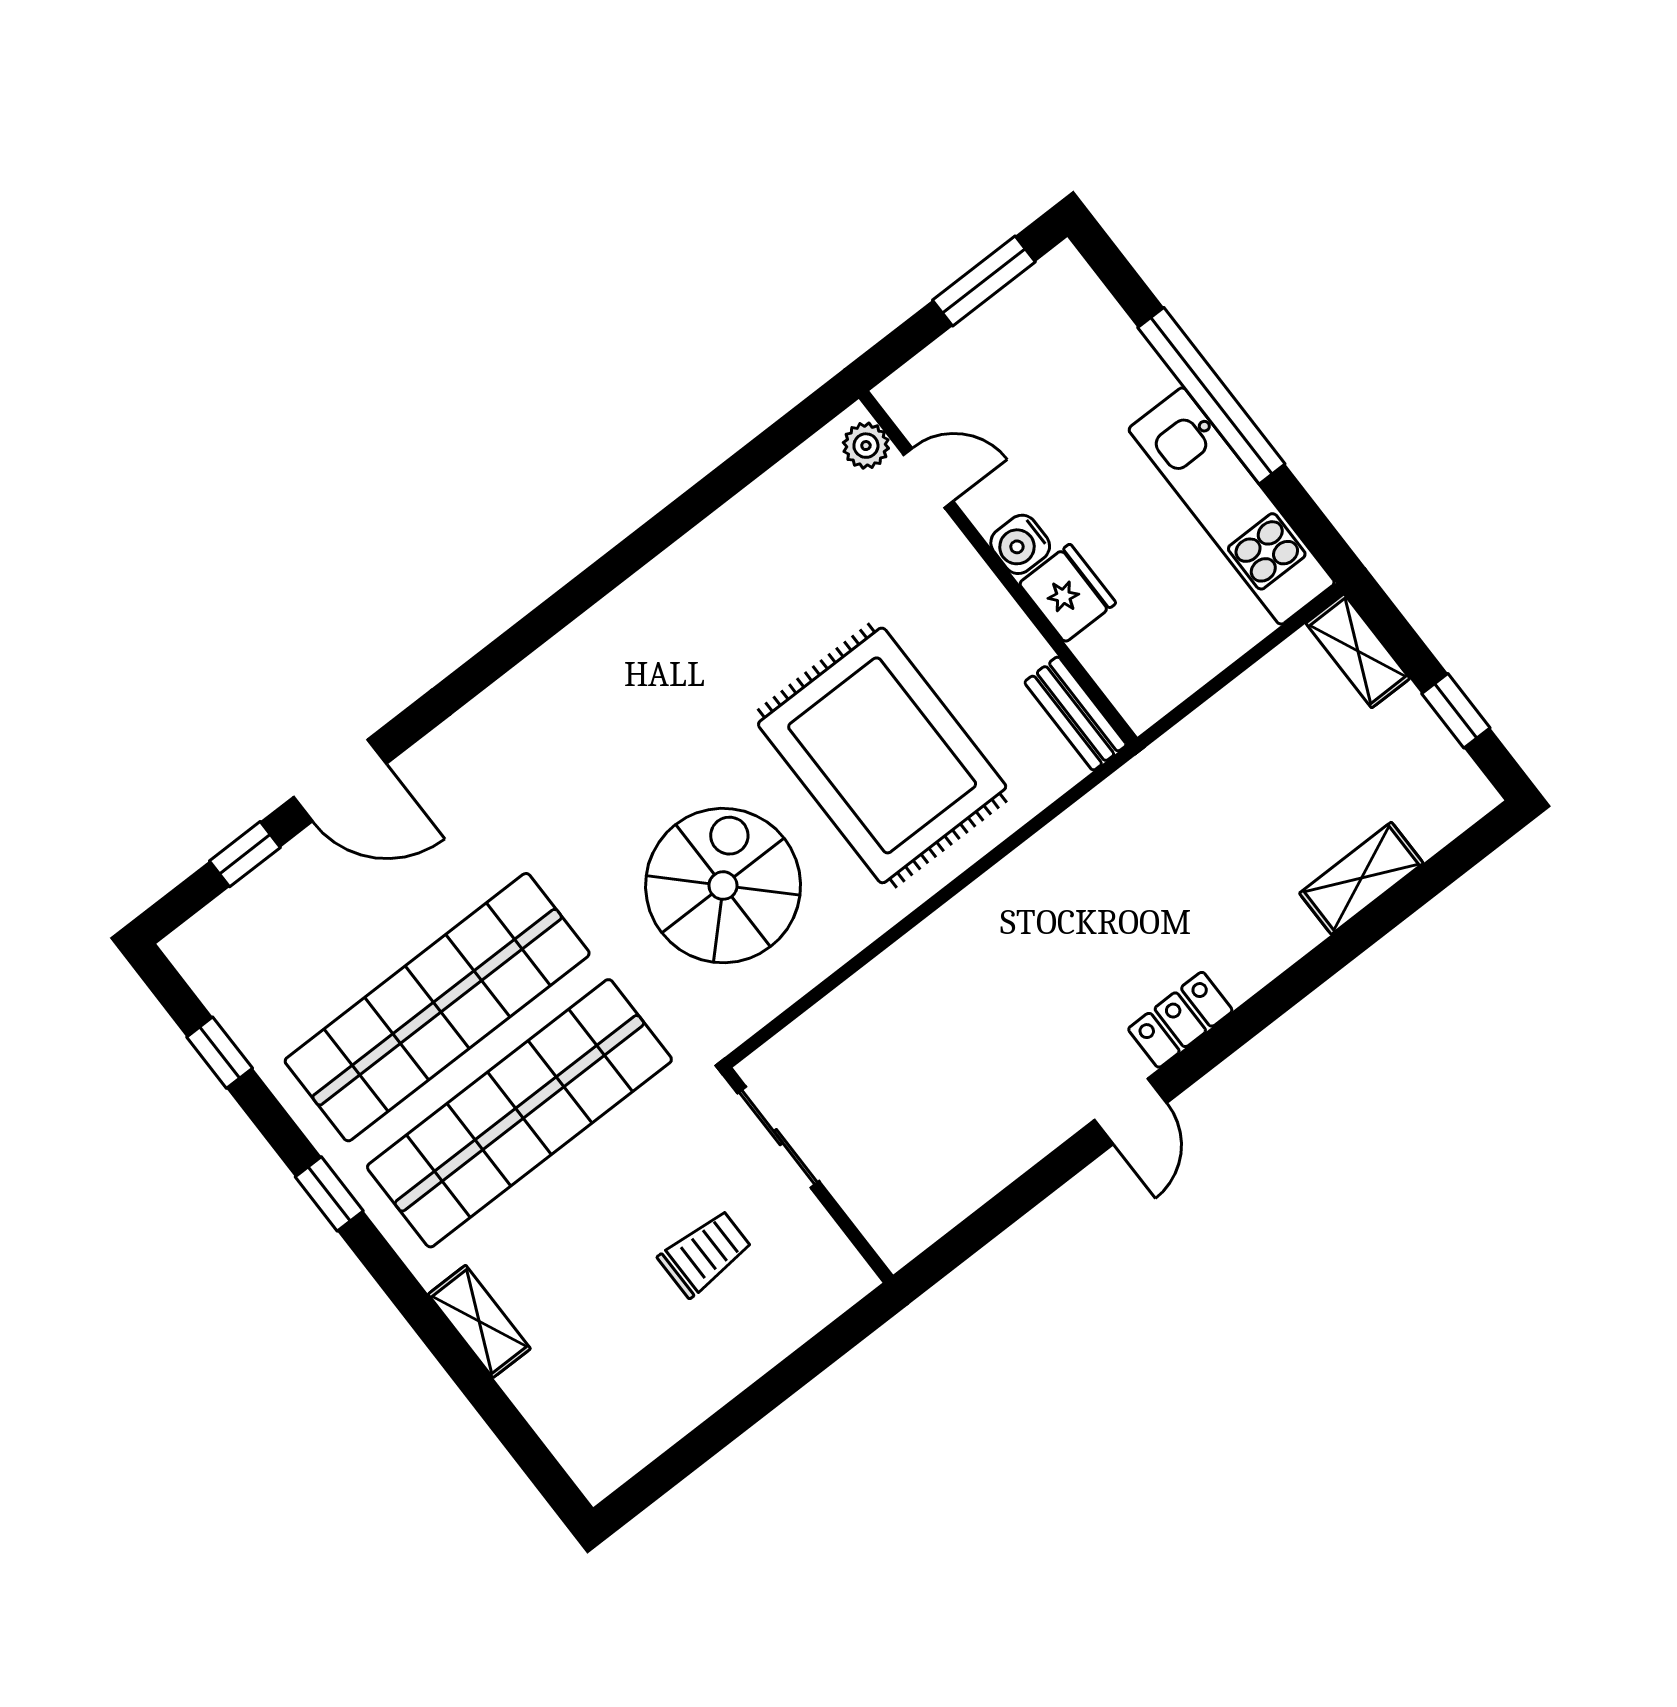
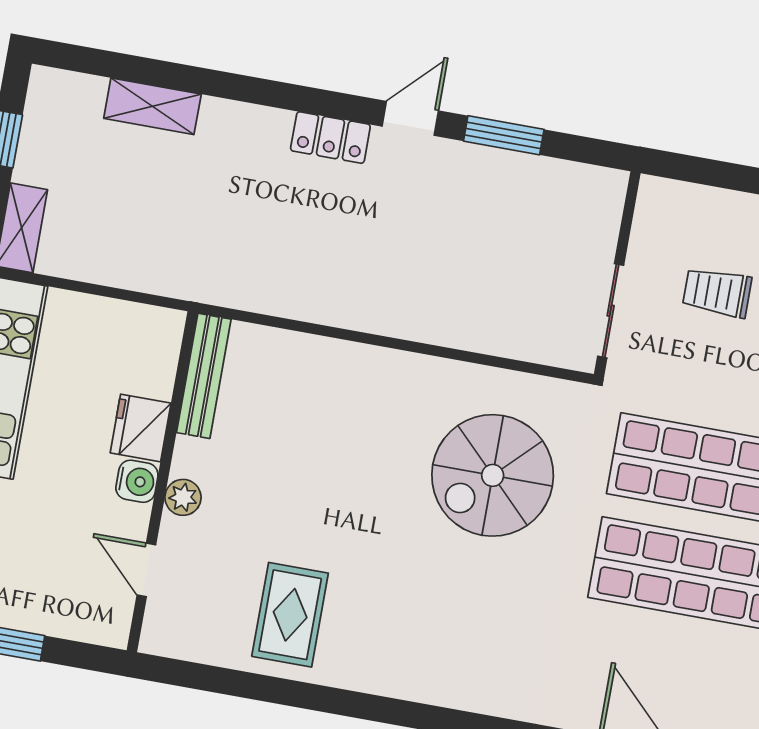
plant: (866, 446) -> (183, 497), moved
bench: (1075, 714) -> (204, 376), width x1.36
rug: (882, 755) -> (290, 615), moved, width x0.54, depth x0.49
window: (1035, 1185) -> (504, 135), added

